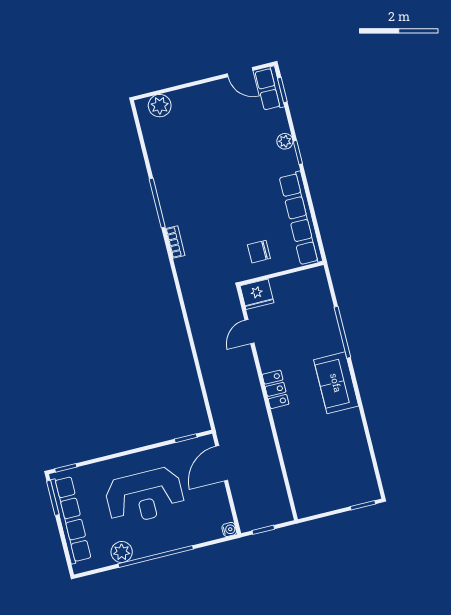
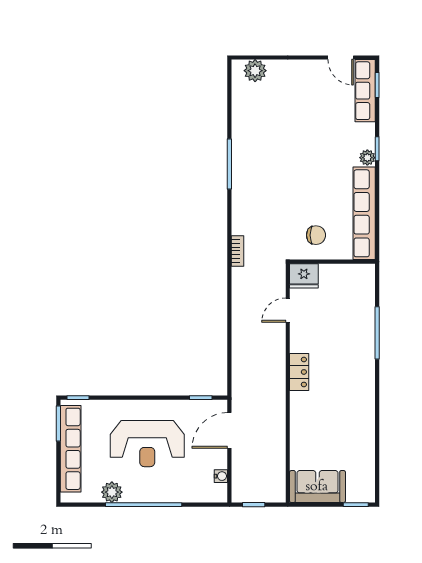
row of seats: (270, 89) -> (365, 91), width x1.48
plant: (285, 141) -> (367, 158), moved
bookcase: (175, 242) -> (237, 251), moved
chair: (259, 252) -> (316, 235), turned 180
sofa: (336, 383) -> (317, 487), moved, turned 90
water cooler: (229, 529) -> (221, 476), moved

